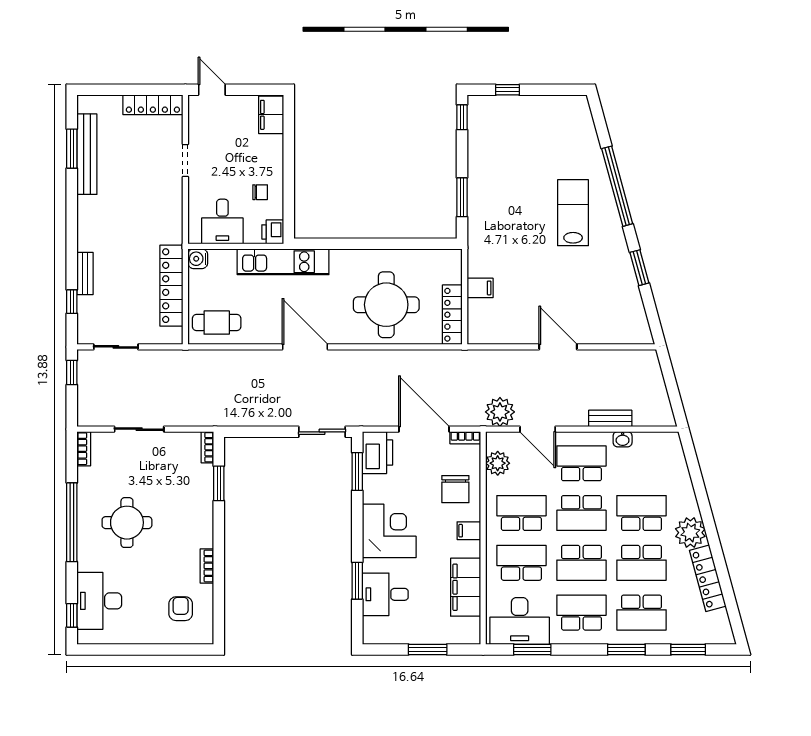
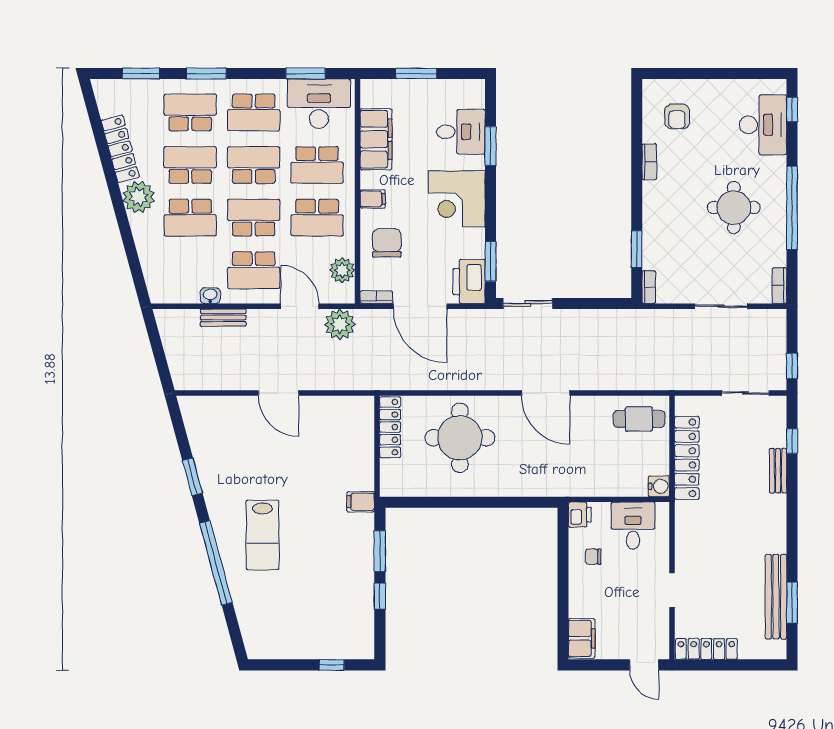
window: (462, 117) -> (380, 596), moved
kitchen unit: (283, 262) -> (569, 483), removed
filing cabinet: (480, 288) -> (361, 502), moved

